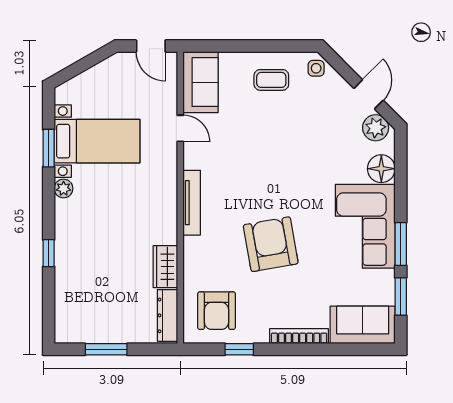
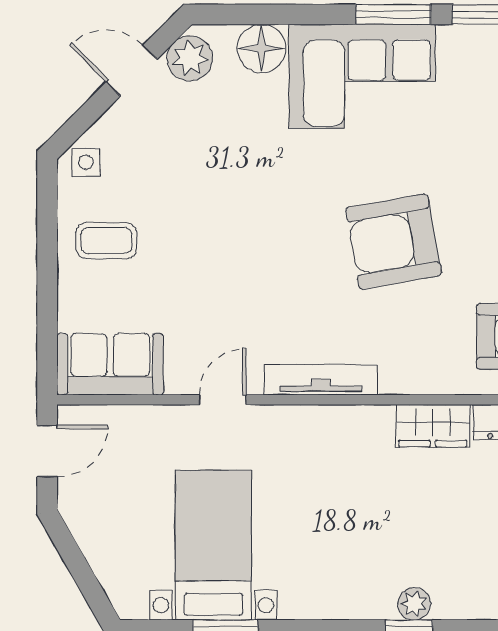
coffee table: (271, 80) -> (106, 241), turned 90
door: (180, 128) -> (223, 400), moved
plant: (64, 188) -> (414, 604), moved

